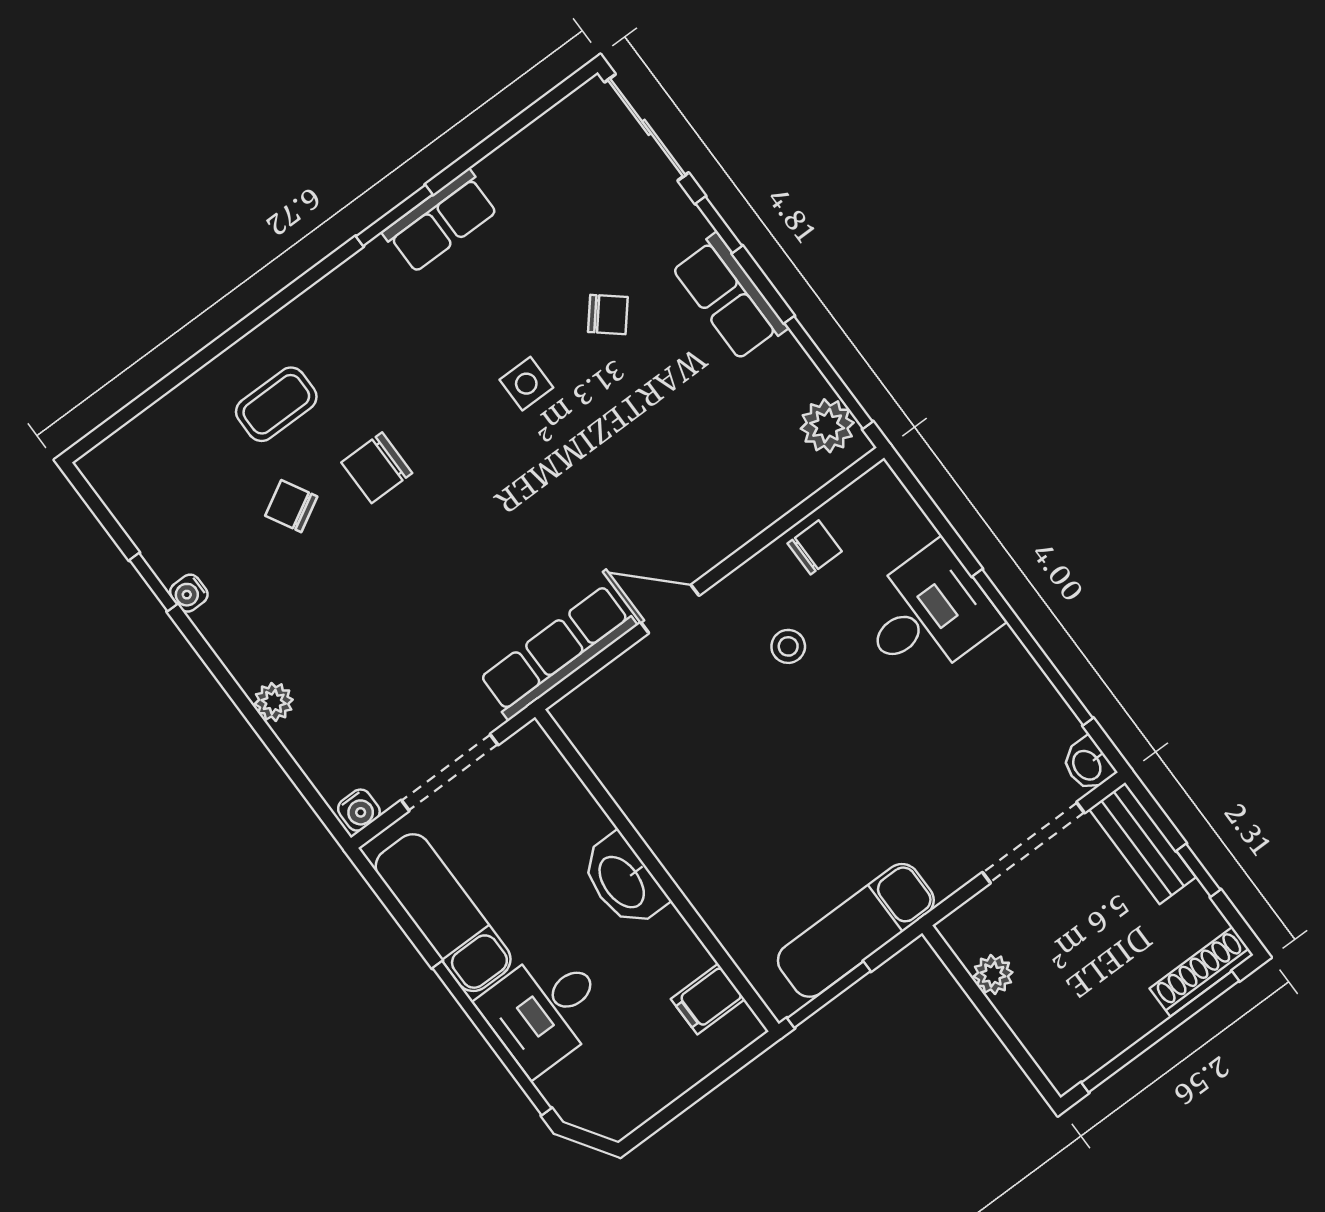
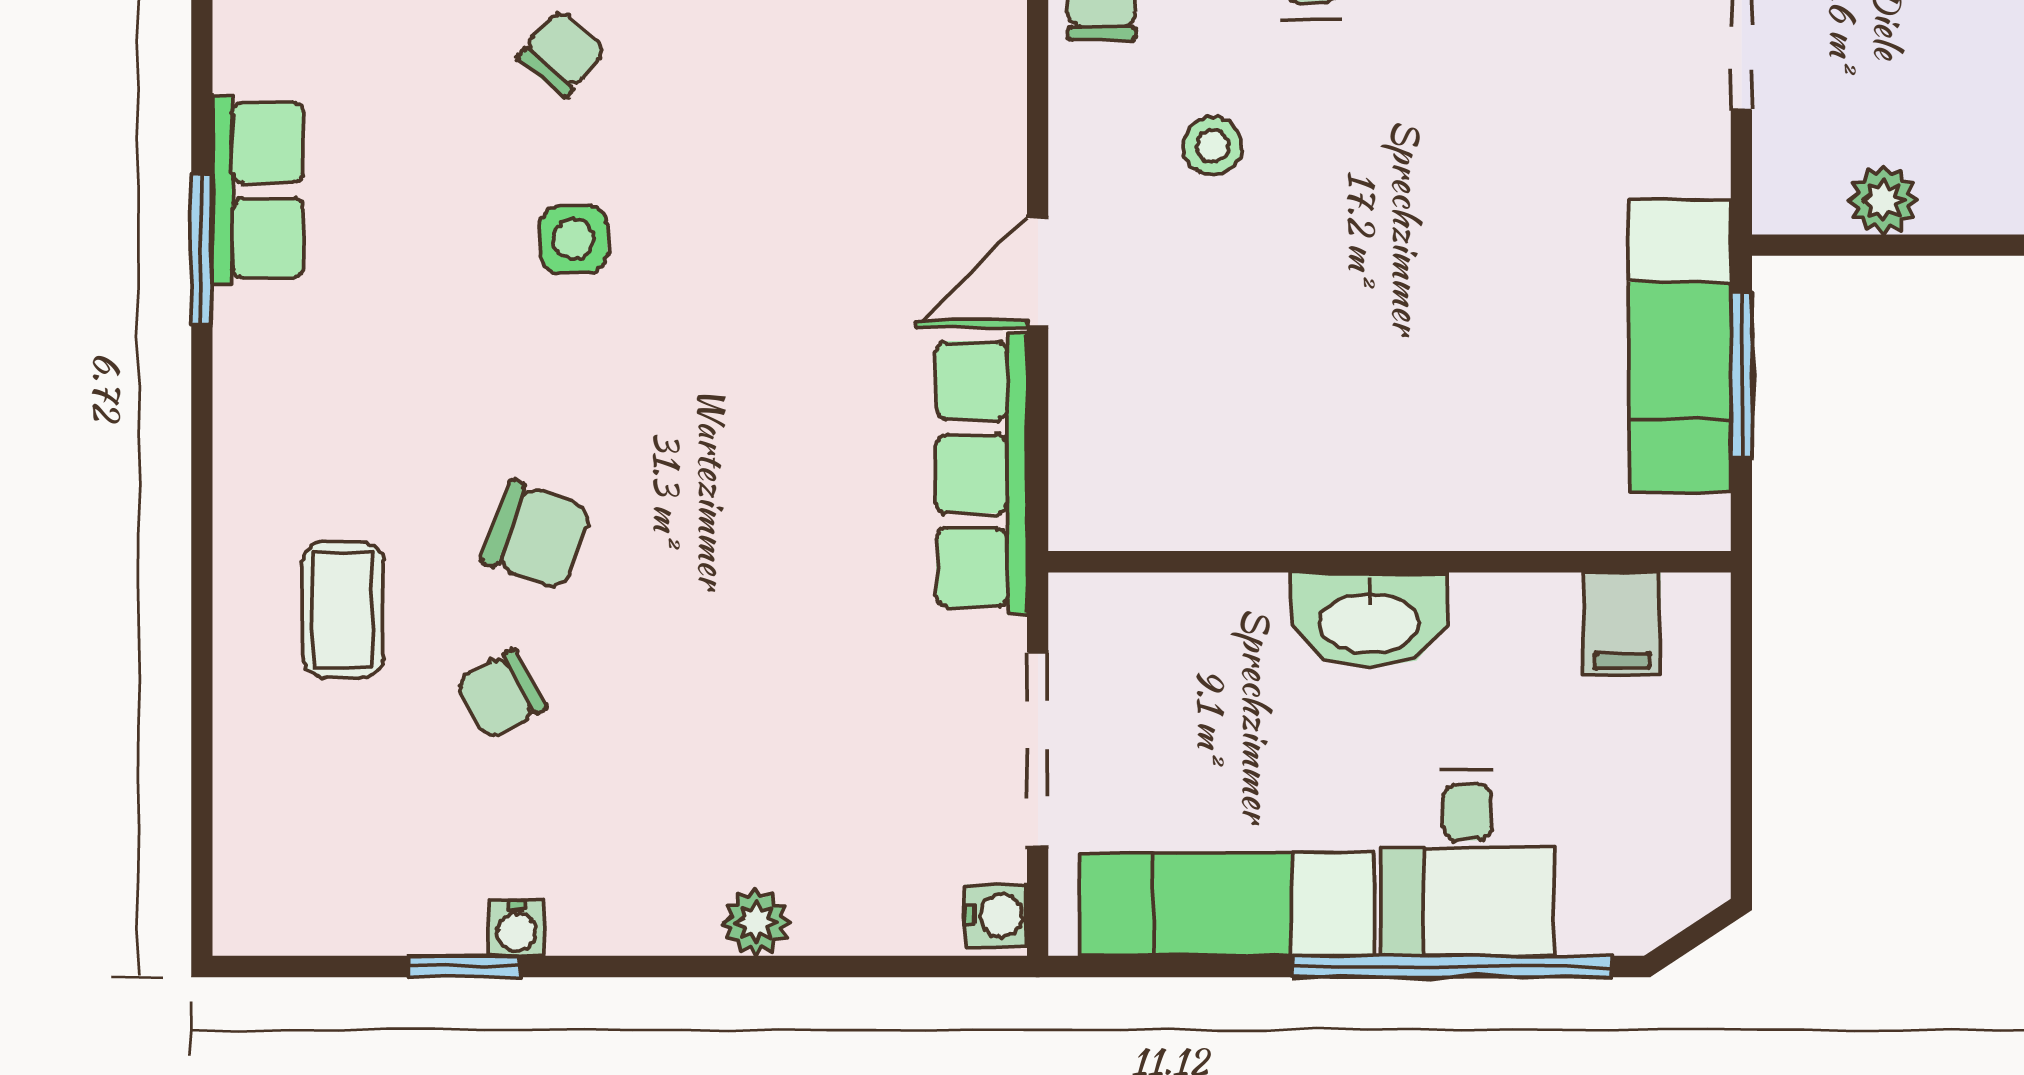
chair: (377, 468) -> (536, 535), turned -70
window: (829, 995) -> (1741, 375), moved

